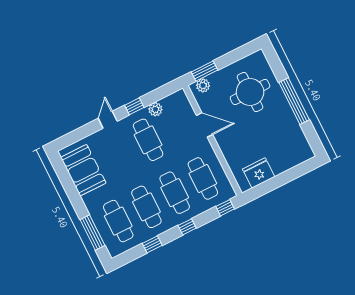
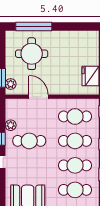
window: (294, 101) -> (34, 26), moved
door: (205, 125) -> (39, 97), hinge flipped

